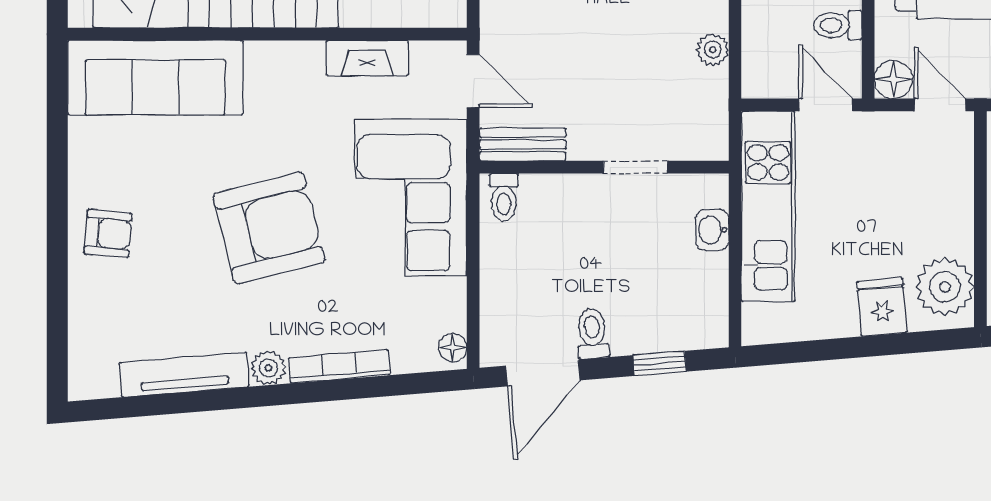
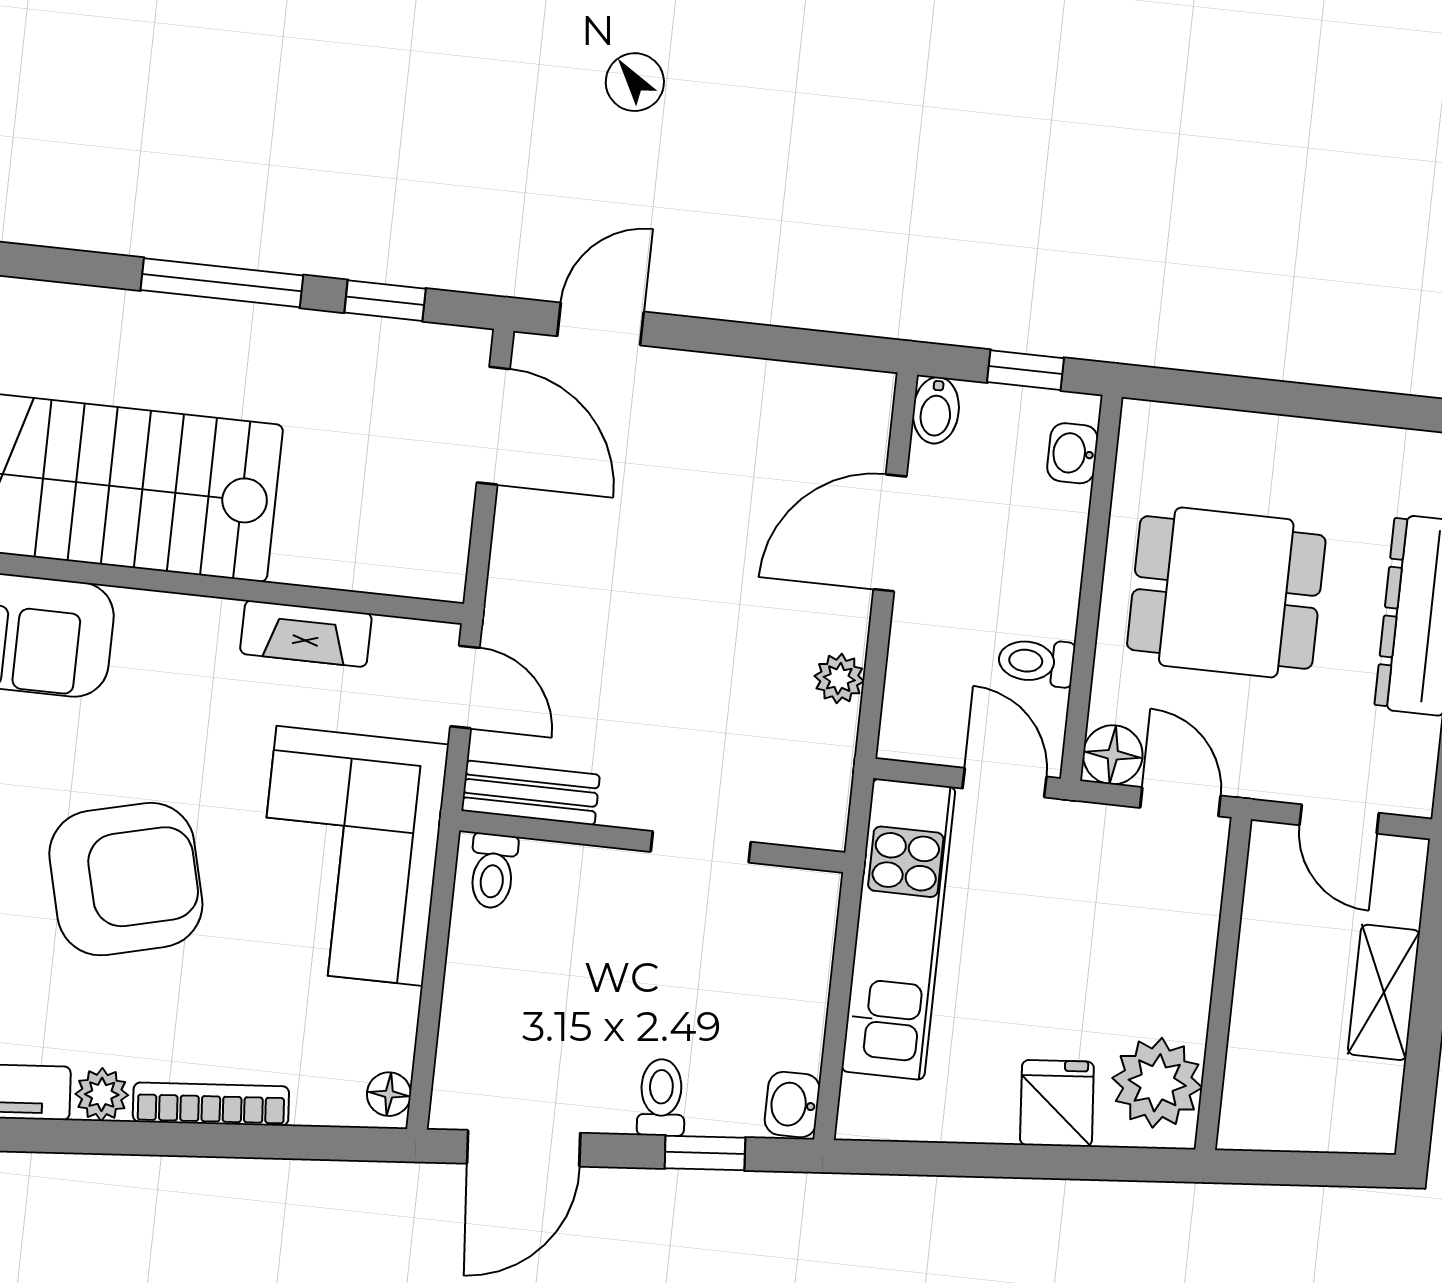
washbasin: (712, 230) -> (792, 1105), moved
toilet: (592, 334) -> (661, 1097), moved

